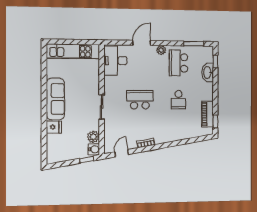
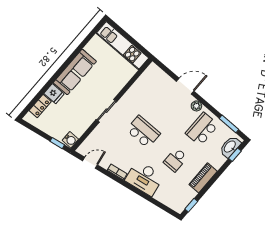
desk: (115, 61) -> (144, 178), moved, turned -100
washbasin: (208, 72) -> (230, 147), moved
piano: (208, 114) -> (203, 178), moved
plant: (93, 137) -> (79, 129), removed
locker: (52, 144) -> (40, 106), added

